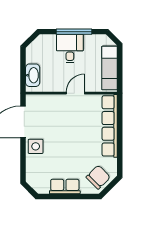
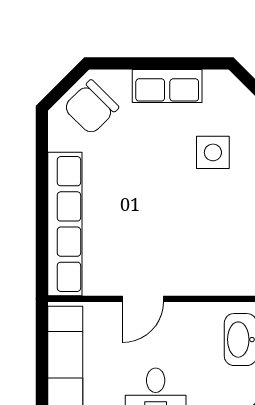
side table: (36, 146) -> (213, 152), moved

